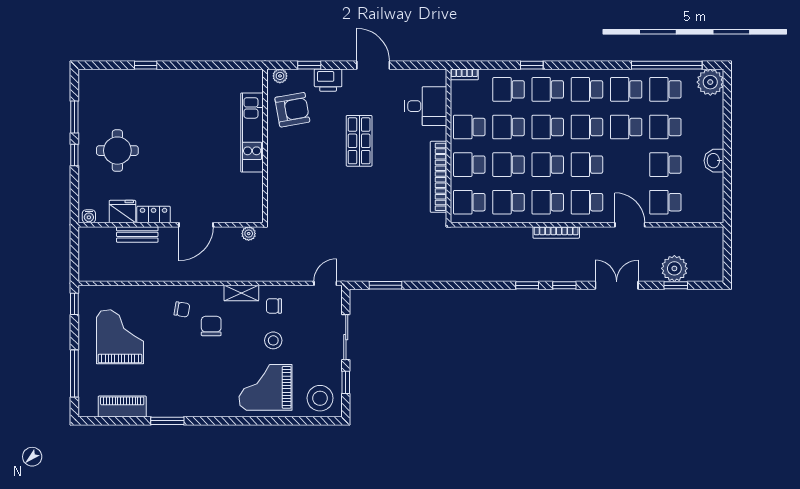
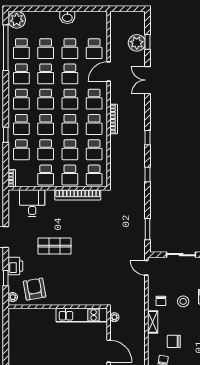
kitchen unit: (252, 133) -> (82, 315), moved
school desk: (626, 165) -> (70, 74), added
window: (564, 285) -> (148, 174), moved

